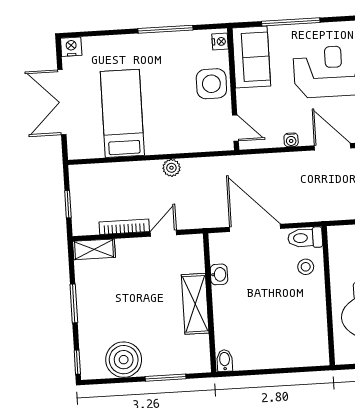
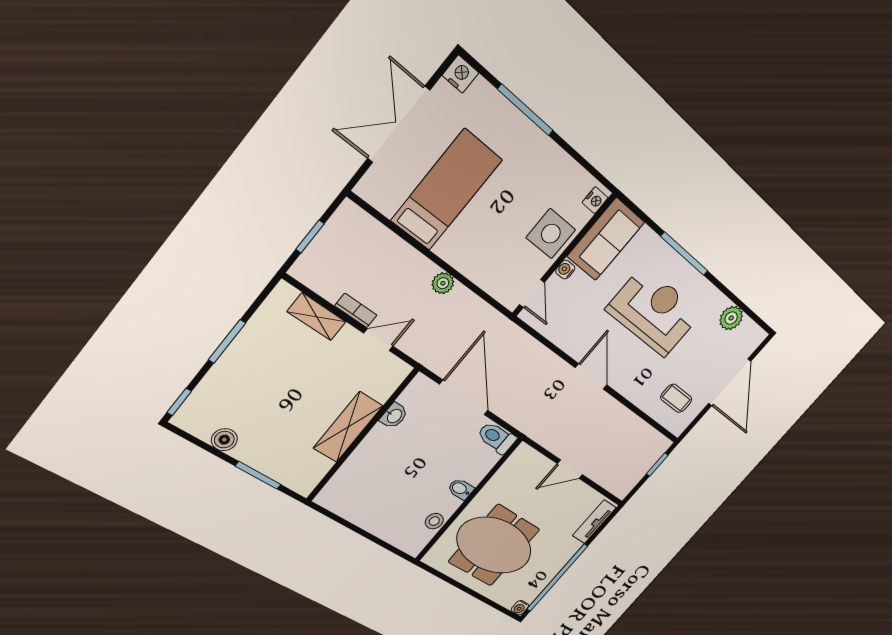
window: (291, 22) -> (684, 254), moved
window: (165, 29) -> (526, 110), moved
water cooler: (291, 140) -> (565, 270), moved, turned 90
bookcase: (124, 227) -> (356, 311), width x0.64
shelving: (94, 249) -> (317, 317), moved
stool: (306, 267) -> (434, 521), moved
boiler: (124, 360) -> (224, 440), width x0.54, depth x0.54
bidet: (225, 361) -> (461, 489), moved, turned -90

